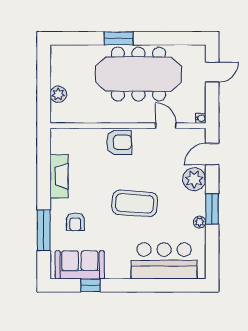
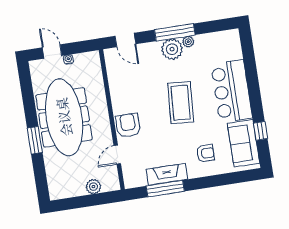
water cooler: (201, 118) -> (68, 59), moved
door: (166, 126) -> (117, 155), moved
plant: (194, 179) -> (172, 49), moved
window: (212, 209) -> (175, 32), width x1.44
window: (44, 230) -> (165, 189), moved
bar counter: (164, 261) -> (232, 91), moved

